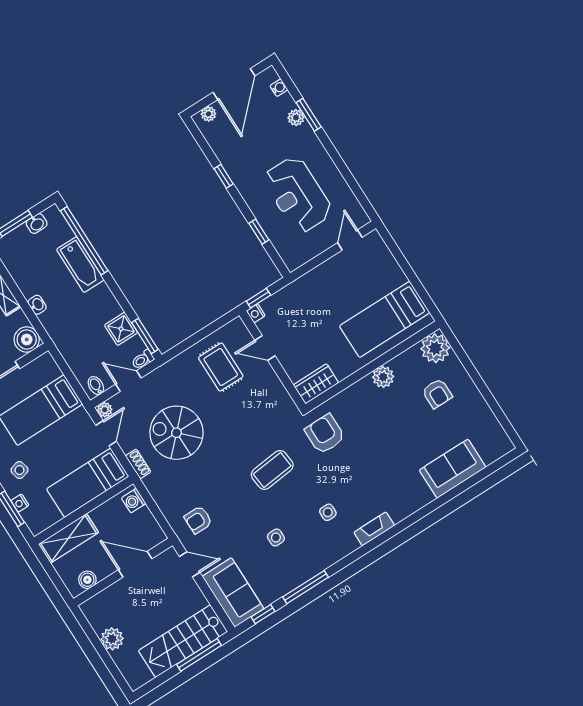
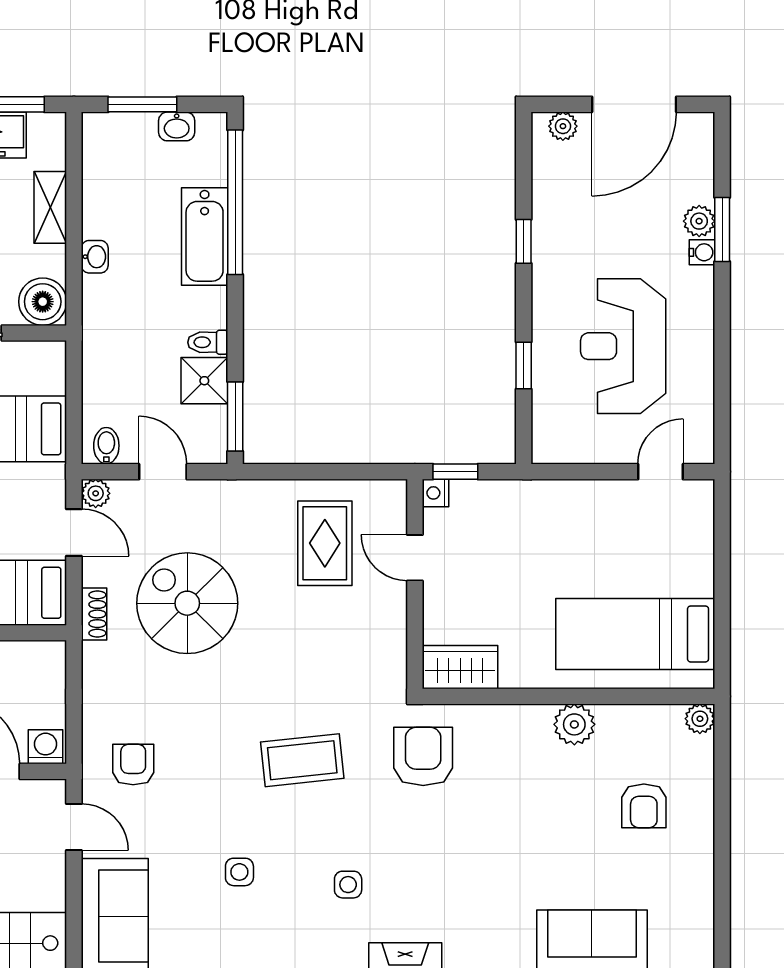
water cooler: (279, 88) -> (702, 252), moved
plant: (435, 348) -> (700, 719), width x0.53, depth x0.53
toilet: (143, 360) -> (208, 342), moved
door: (106, 433) -> (74, 532), hinge flipped
washing machine: (134, 501) -> (46, 747), moved, turned 90
armchair: (198, 520) -> (133, 765), turned 90

